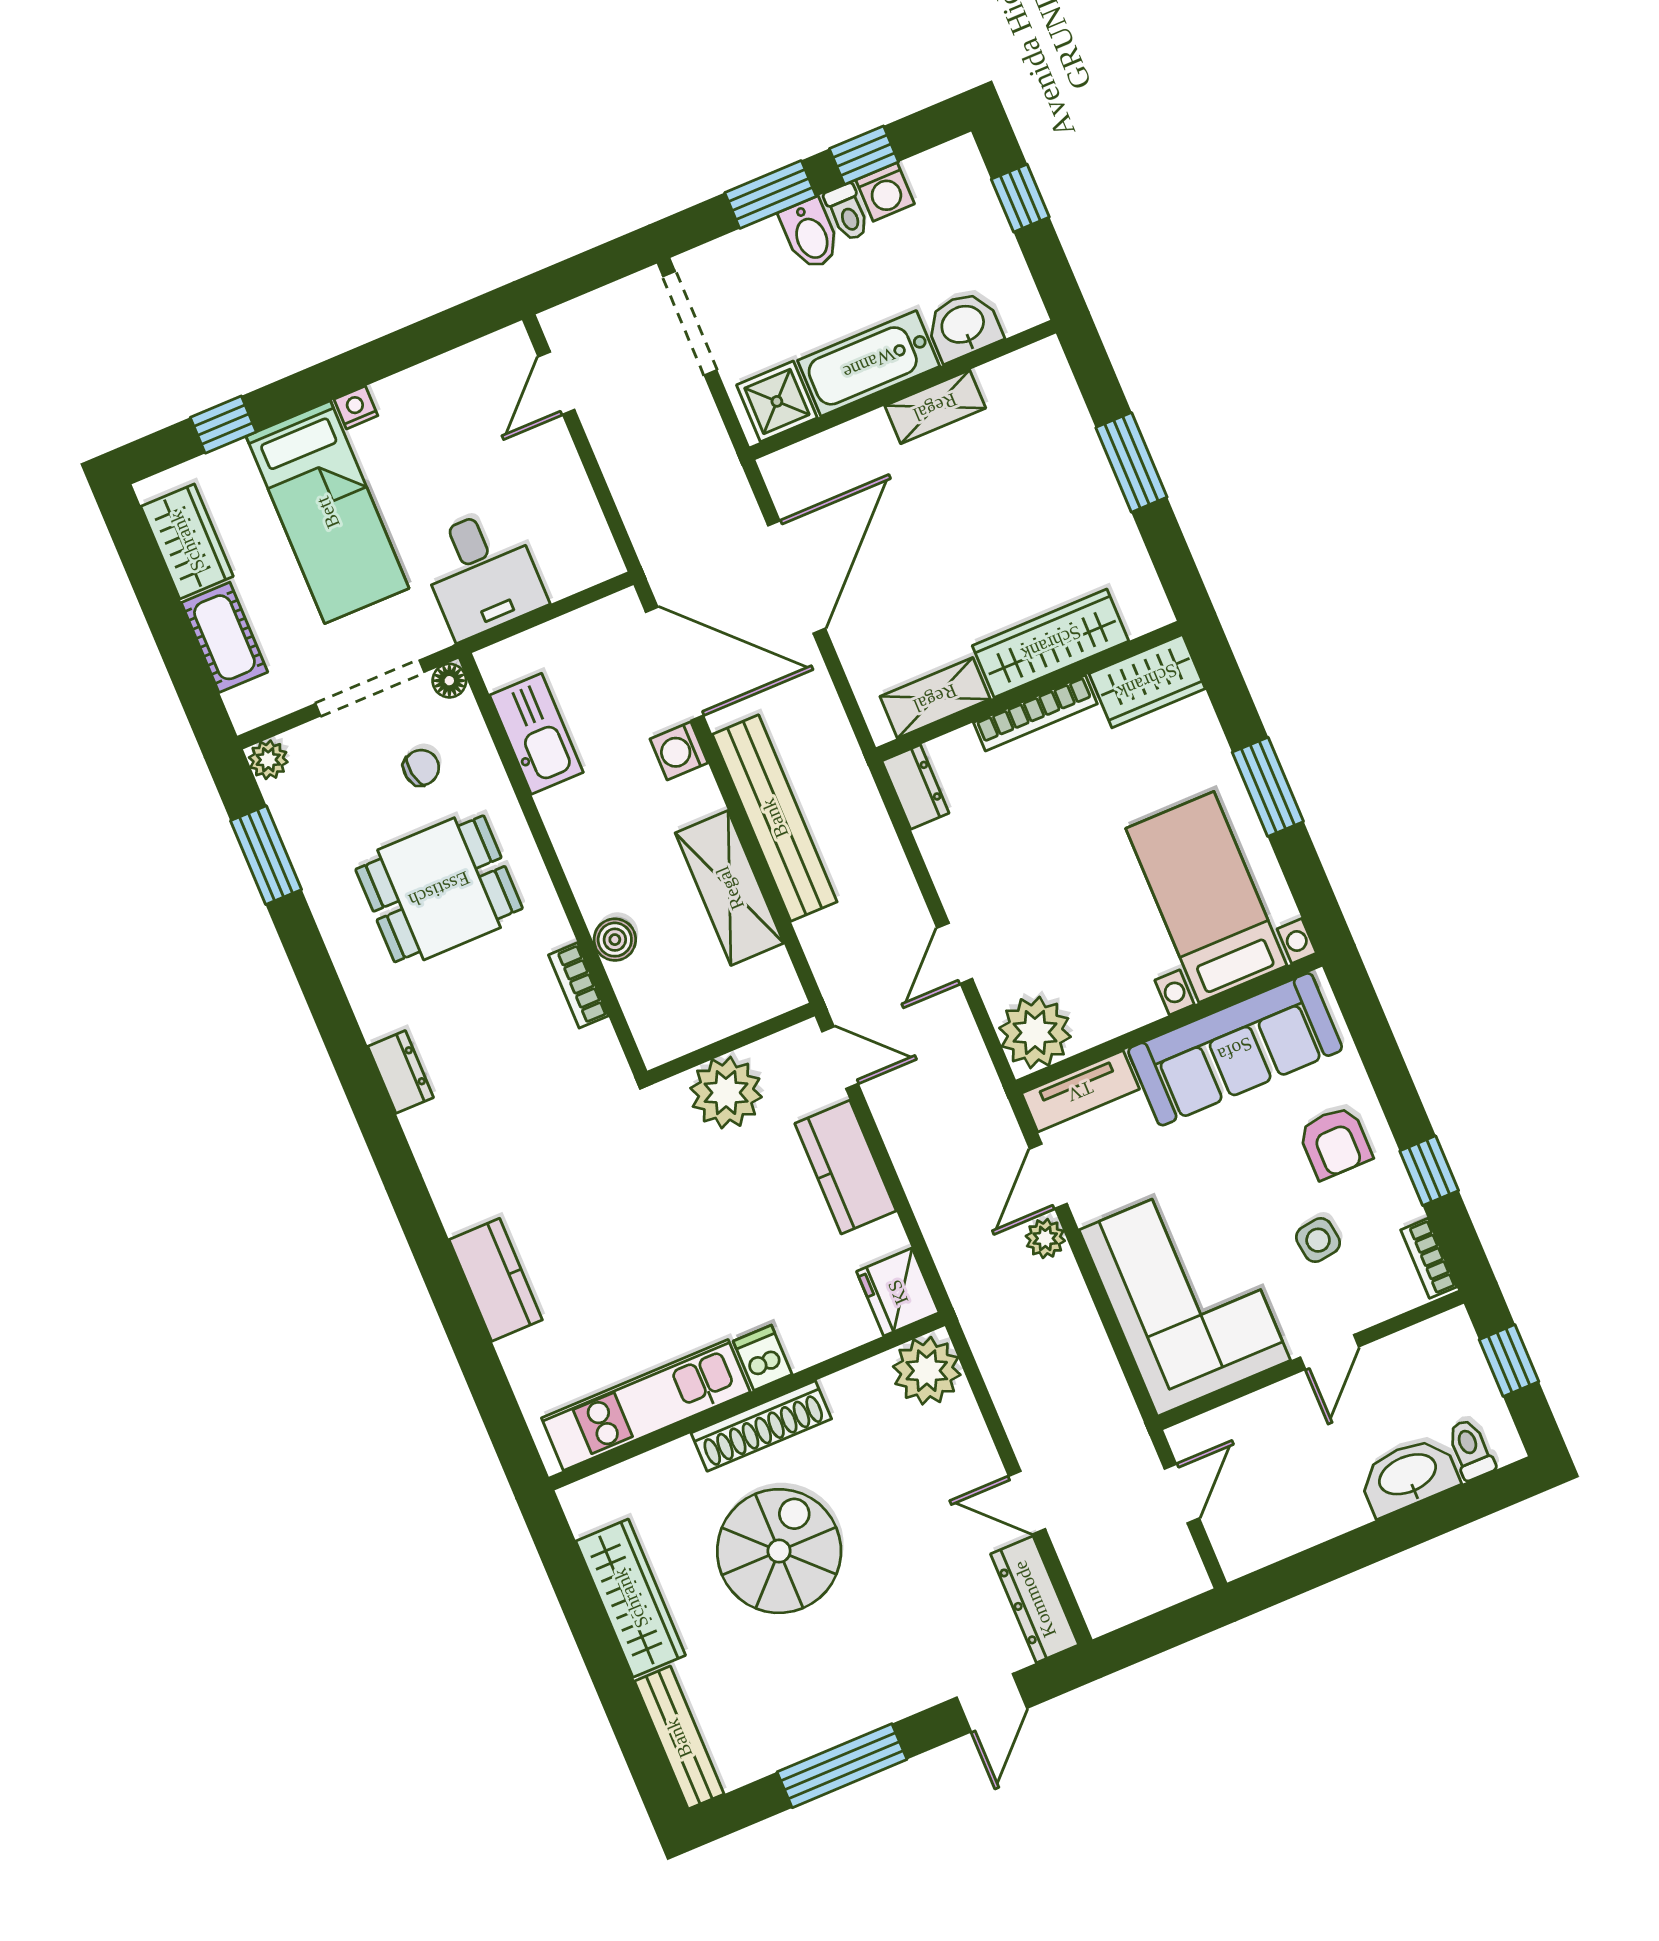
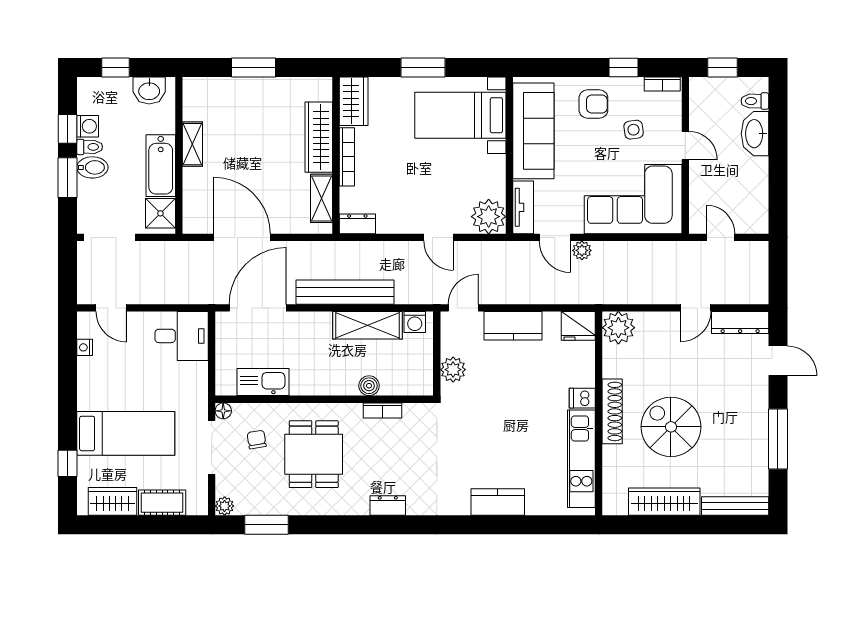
washbasin: (963, 326) -> (149, 90), moved, turned -90
nightstand: (356, 407) -> (85, 347), moved
desk: (482, 573) -> (182, 336), moved
washing machine: (679, 751) -> (415, 322), moved
plant: (726, 1093) -> (453, 370), width x0.73, depth x0.73

